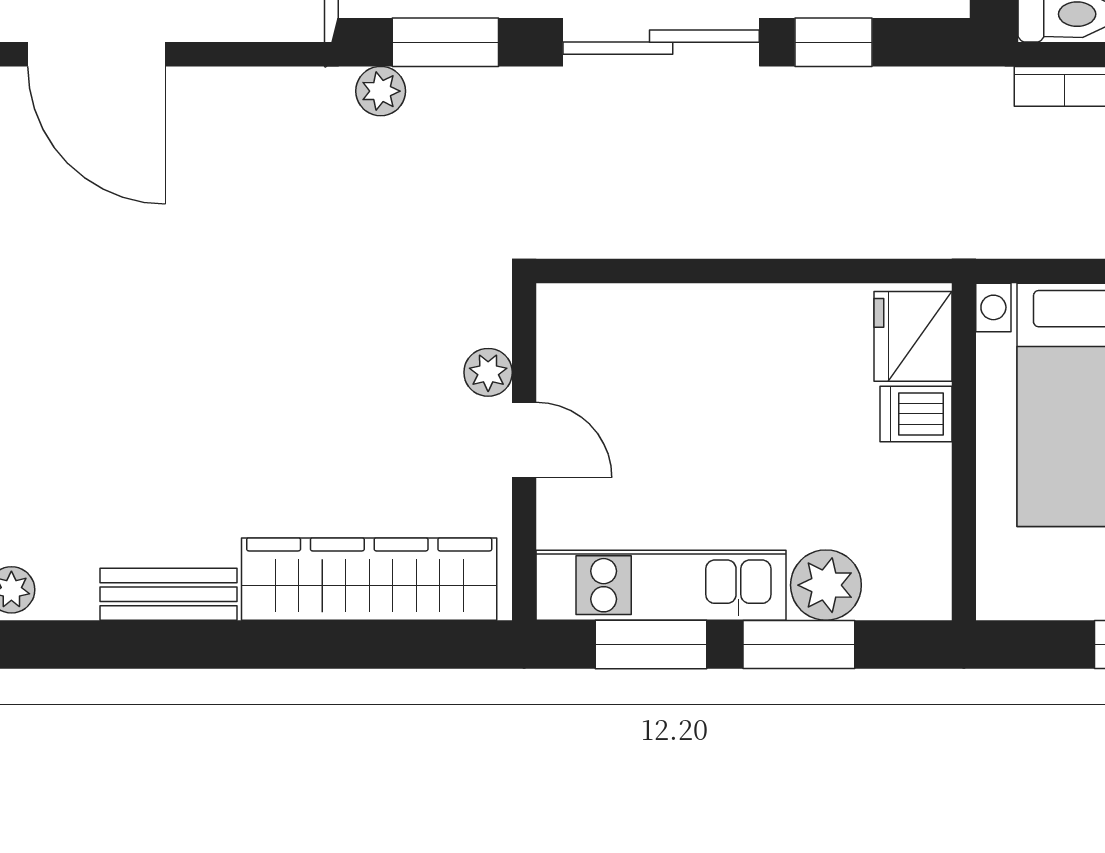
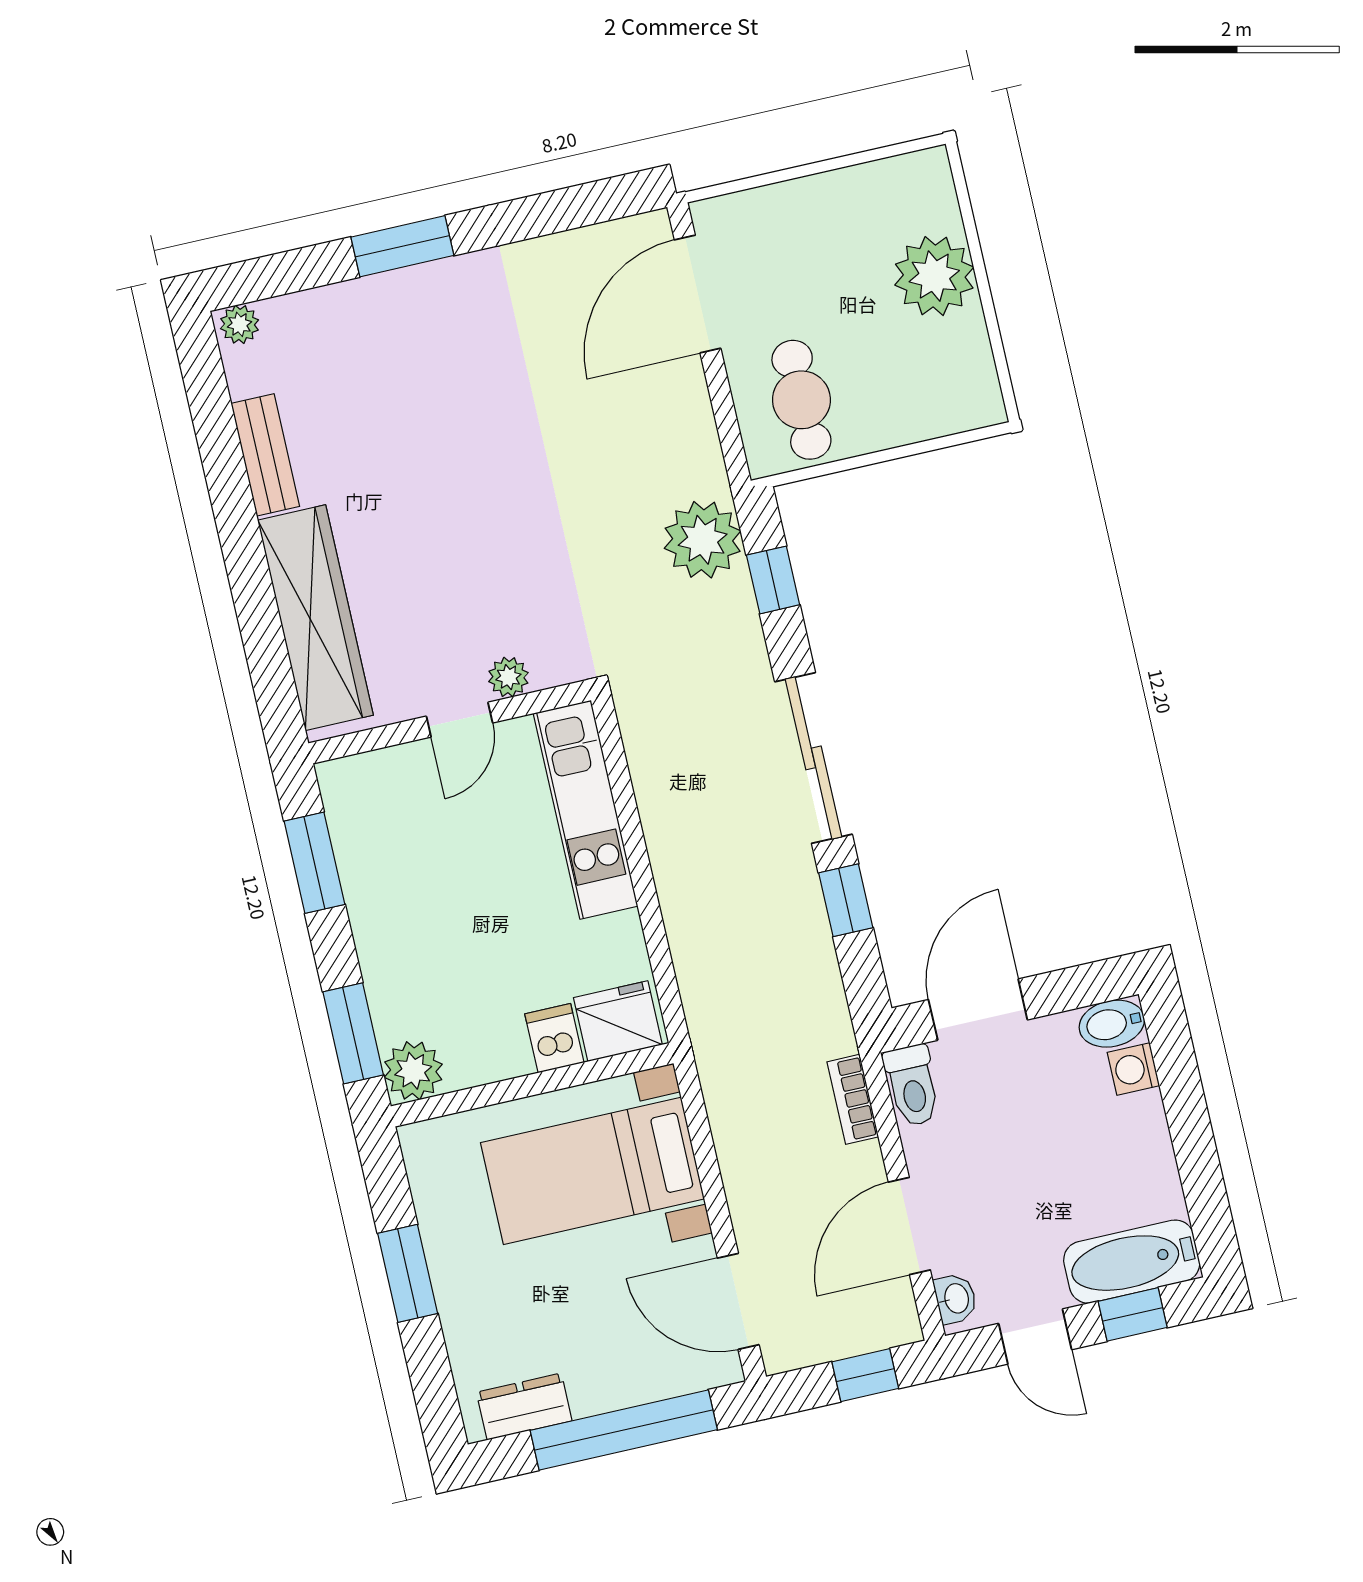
window: (445, 42) -> (773, 580), width x0.67
plant: (381, 91) -> (703, 540), width x1.88, depth x1.88
kitchen unit: (661, 585) -> (586, 810), moved, turned 180
plant: (826, 585) -> (413, 1071), moved
window: (799, 644) -> (353, 1033), moved

